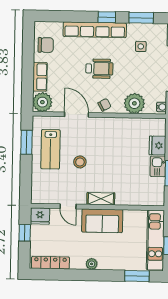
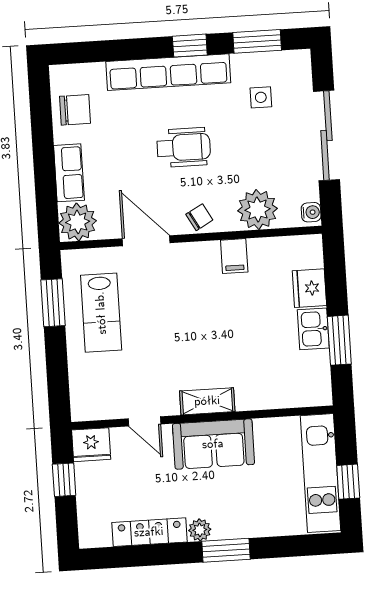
filing cabinet: (121, 126) -> (234, 256), added
stool: (80, 162) -> (161, 333), removed
locker: (50, 263) -> (149, 532), moved
window: (137, 276) -> (226, 550), moved

